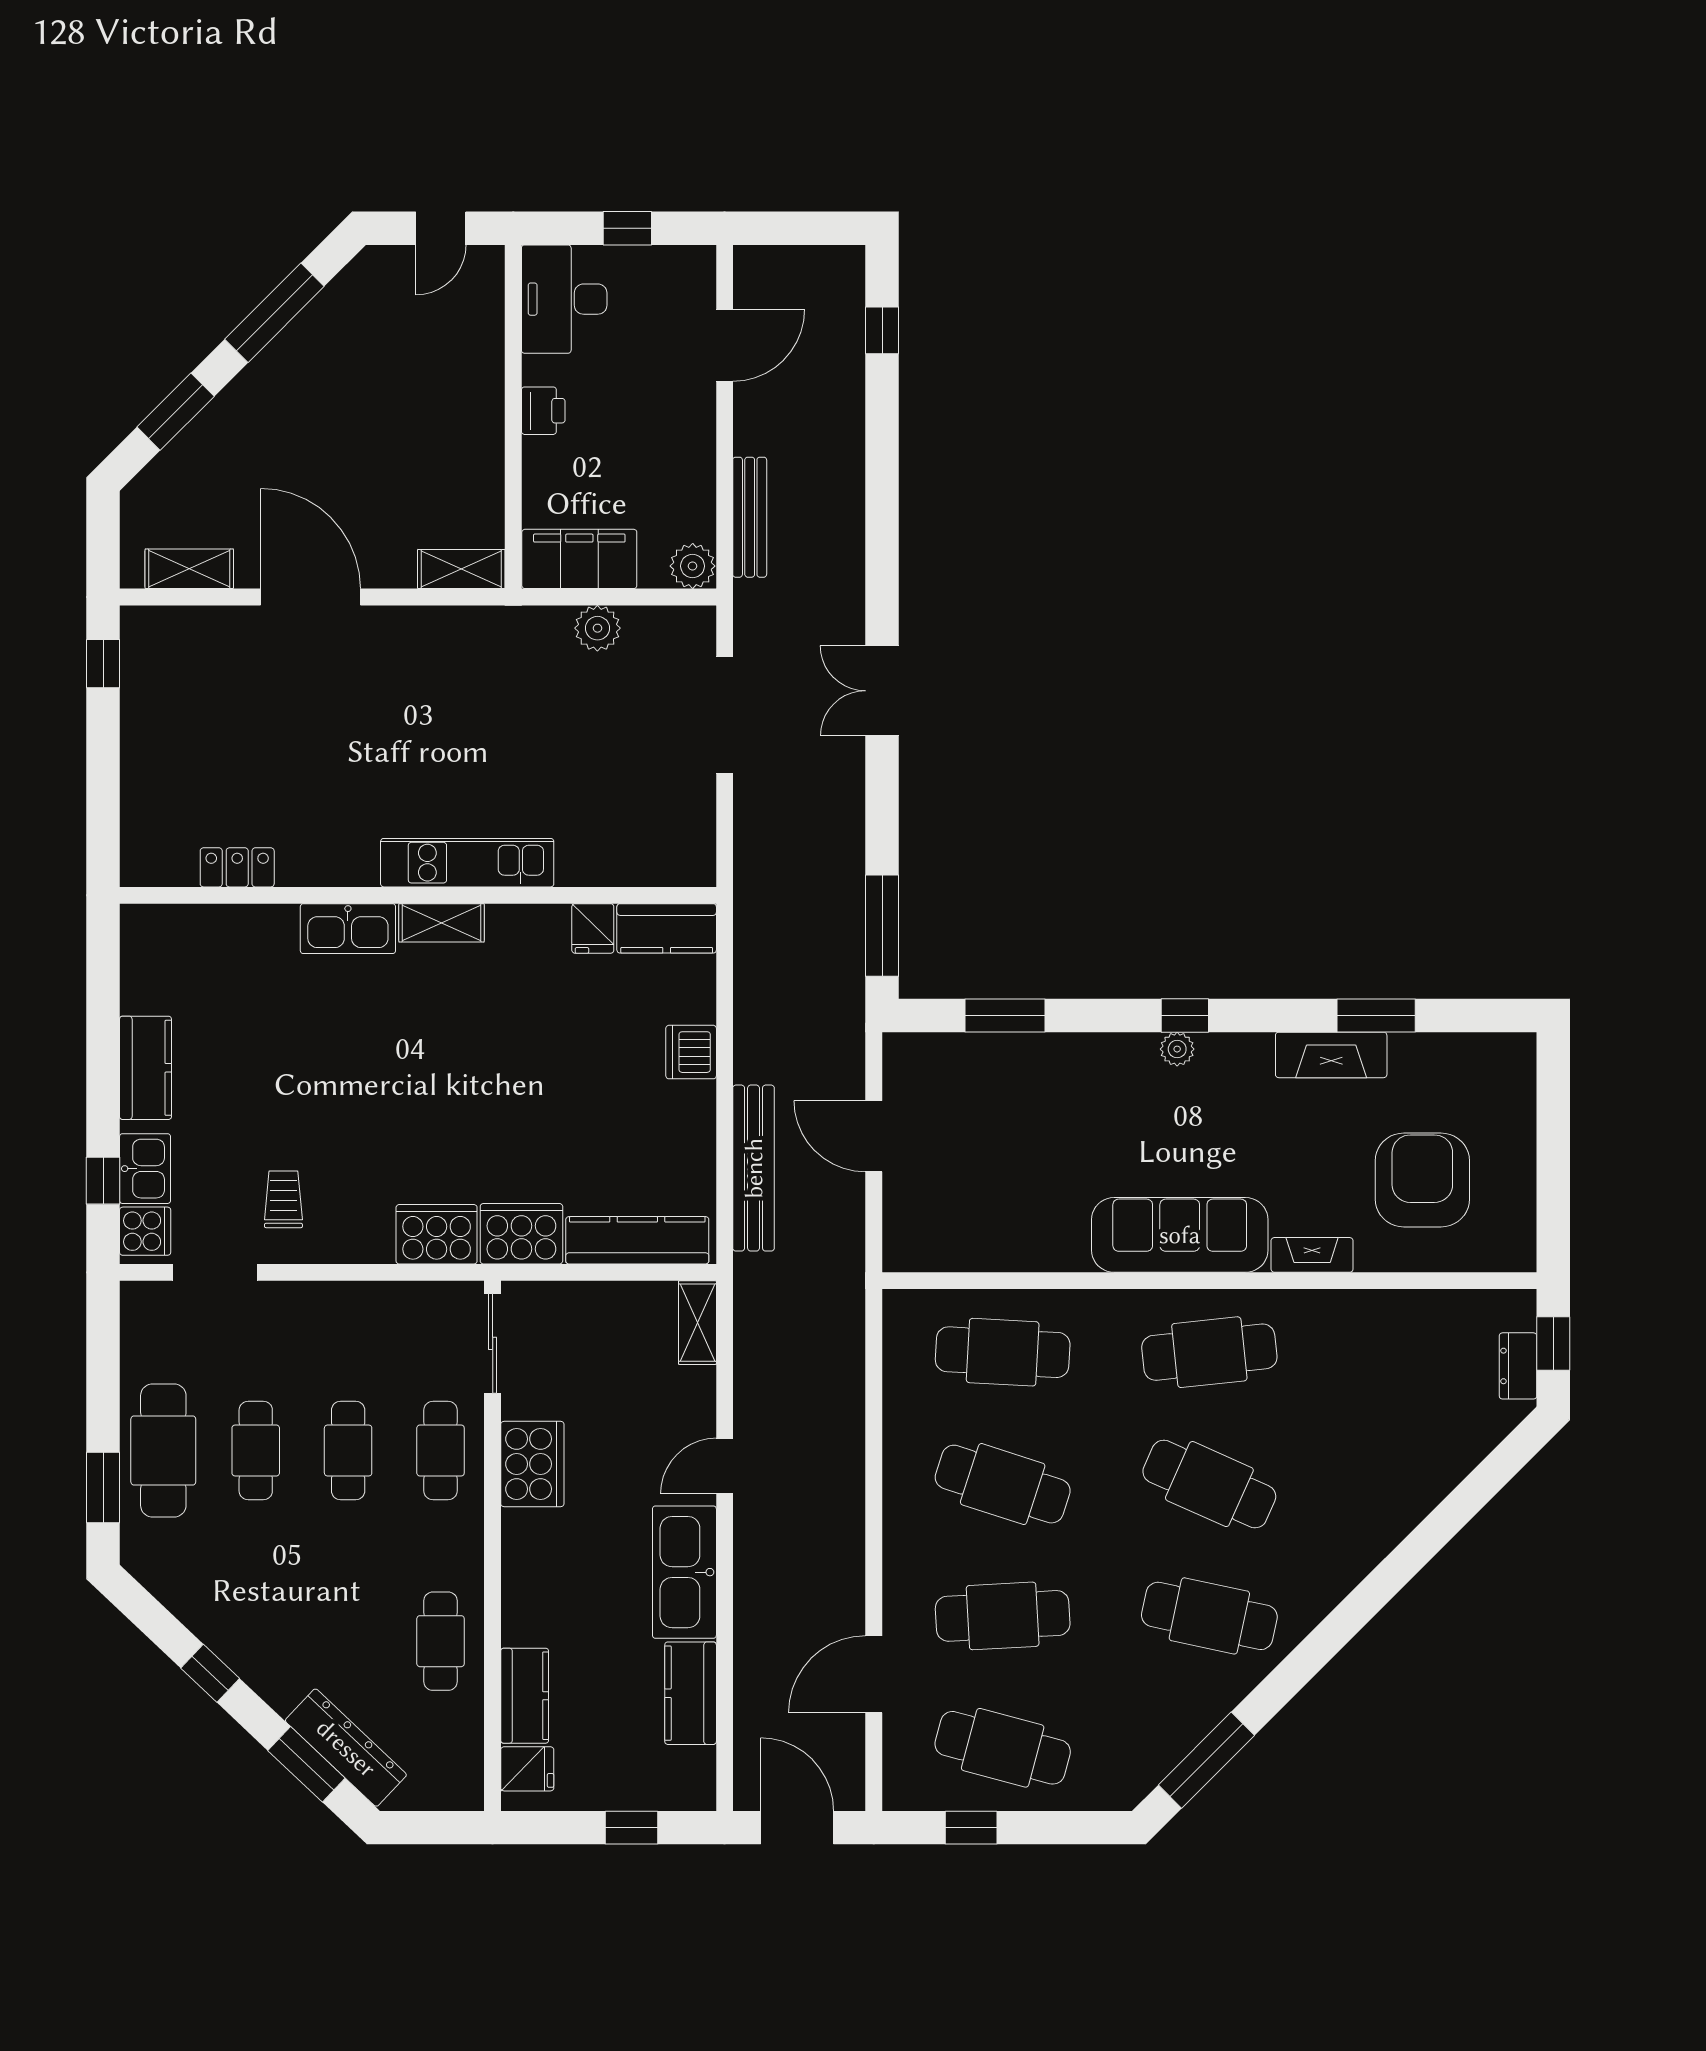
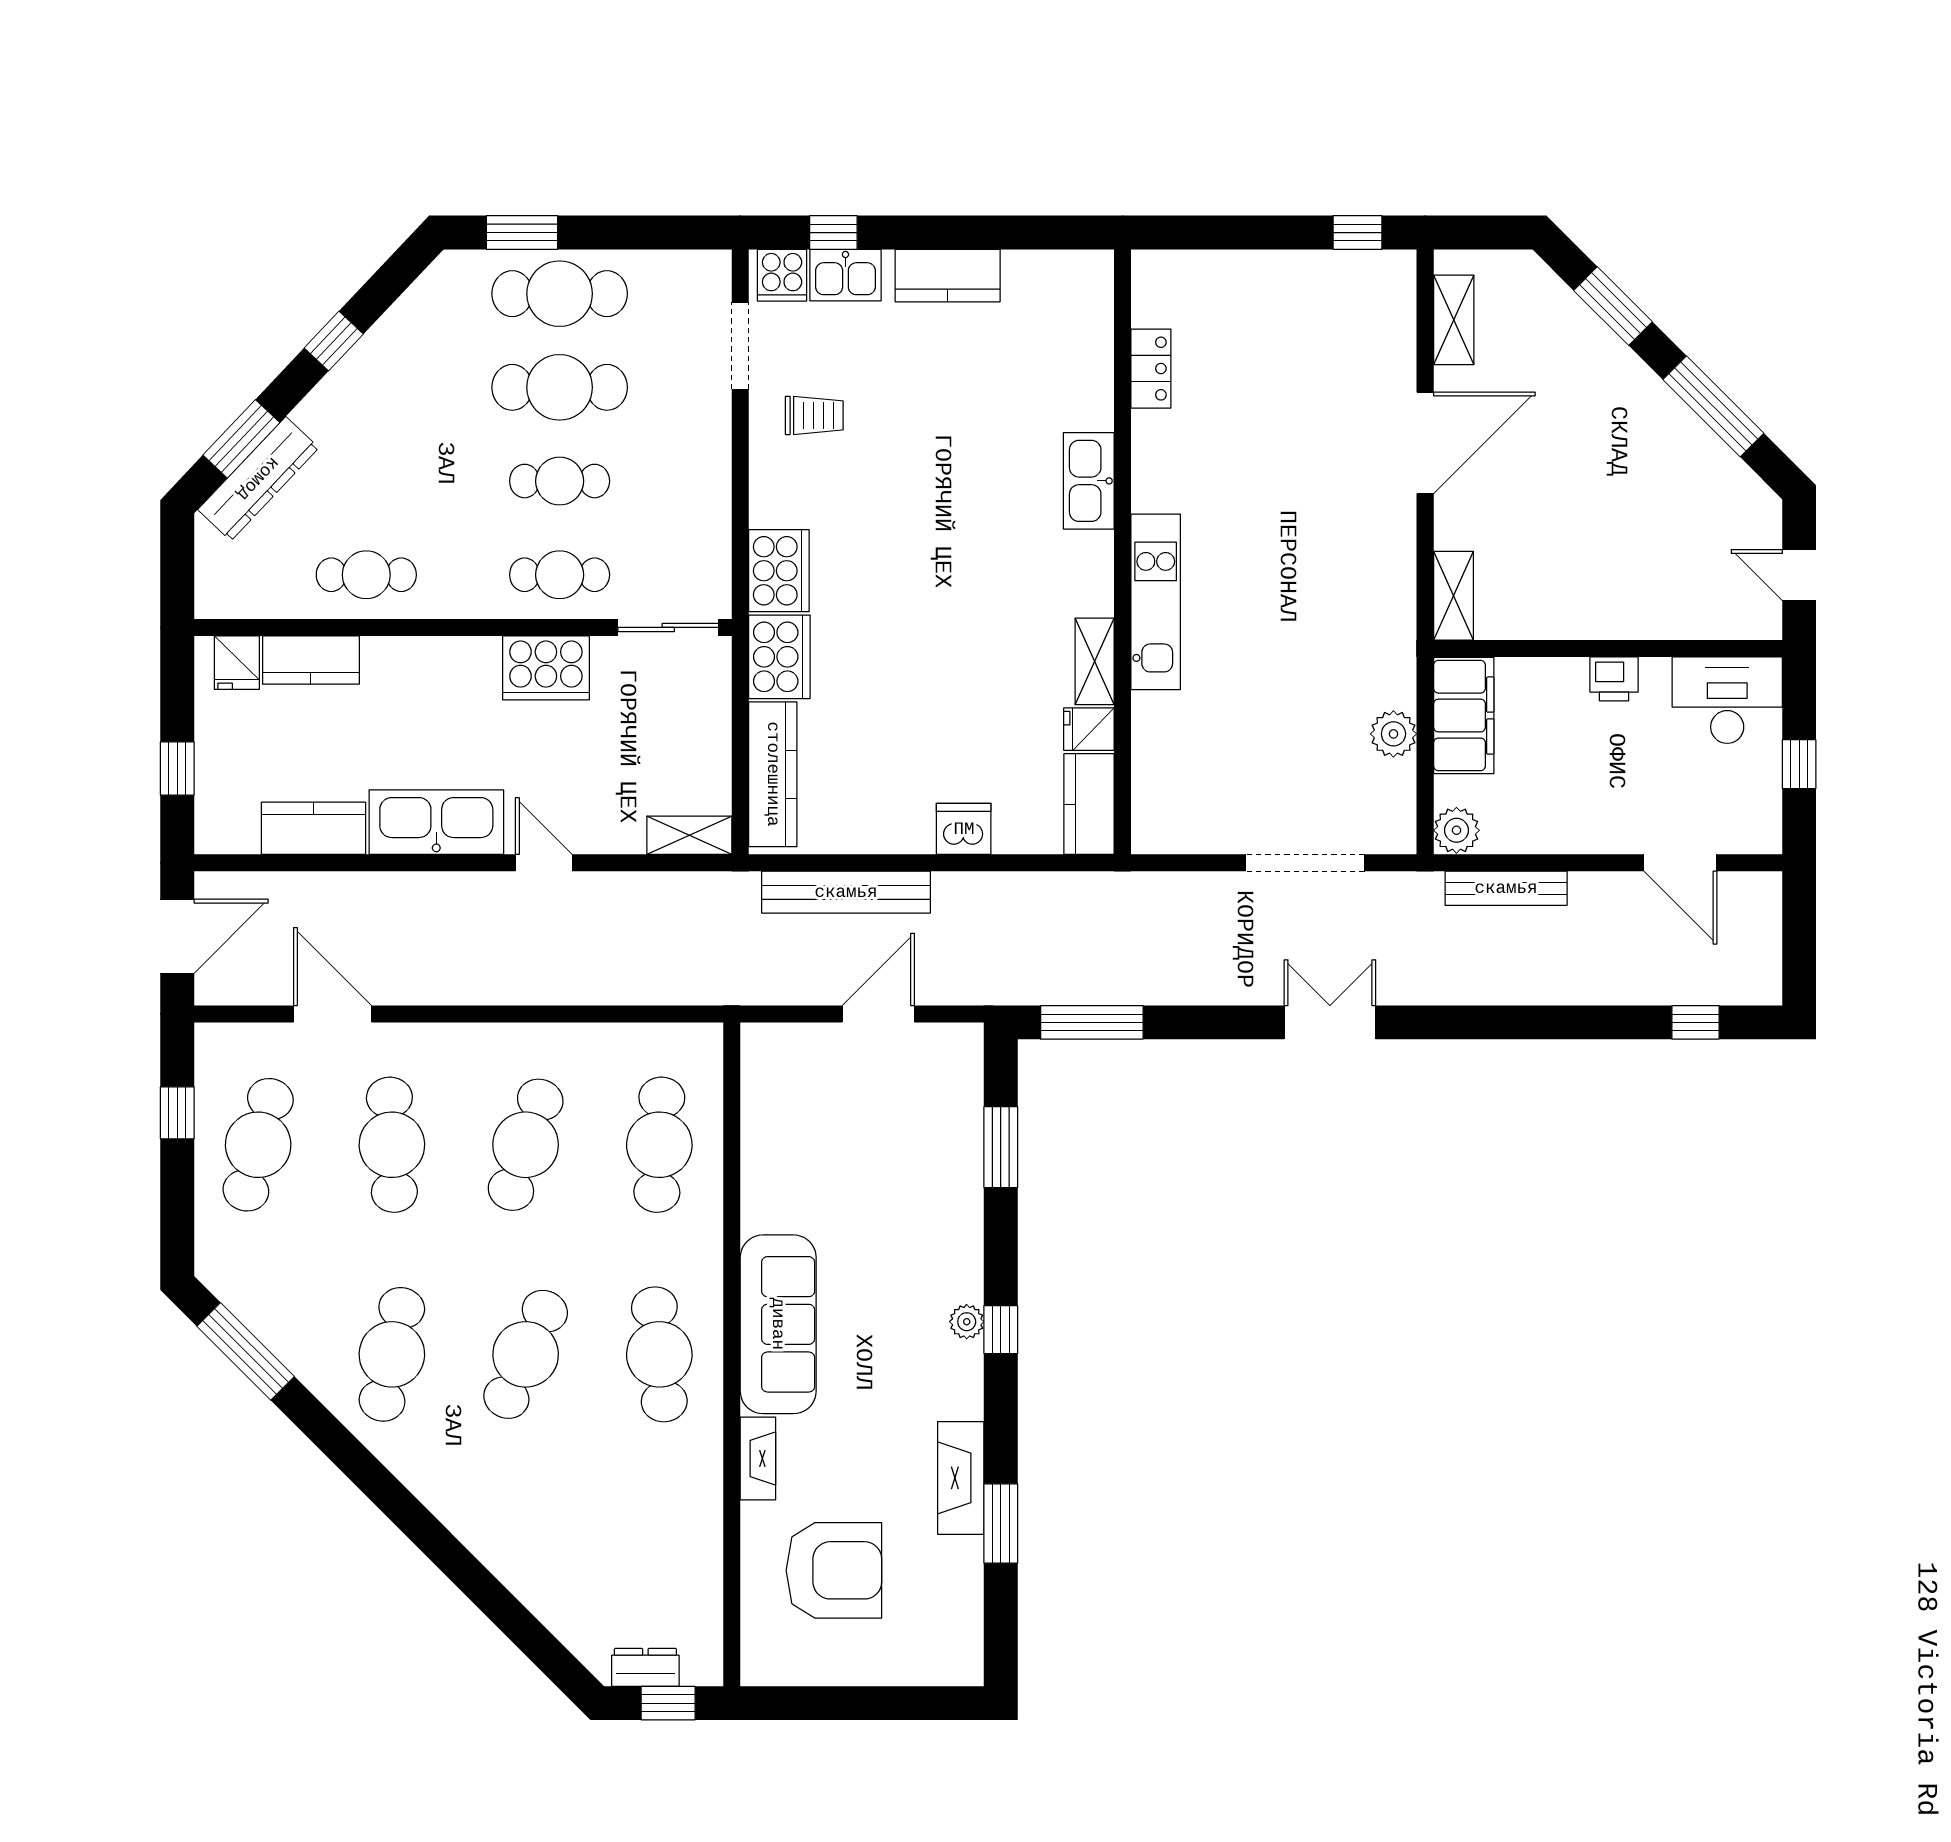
shelving: (442, 923) -> (1095, 661), moved
cafe table: (256, 1451) -> (560, 387), width x1.37, depth x1.35

